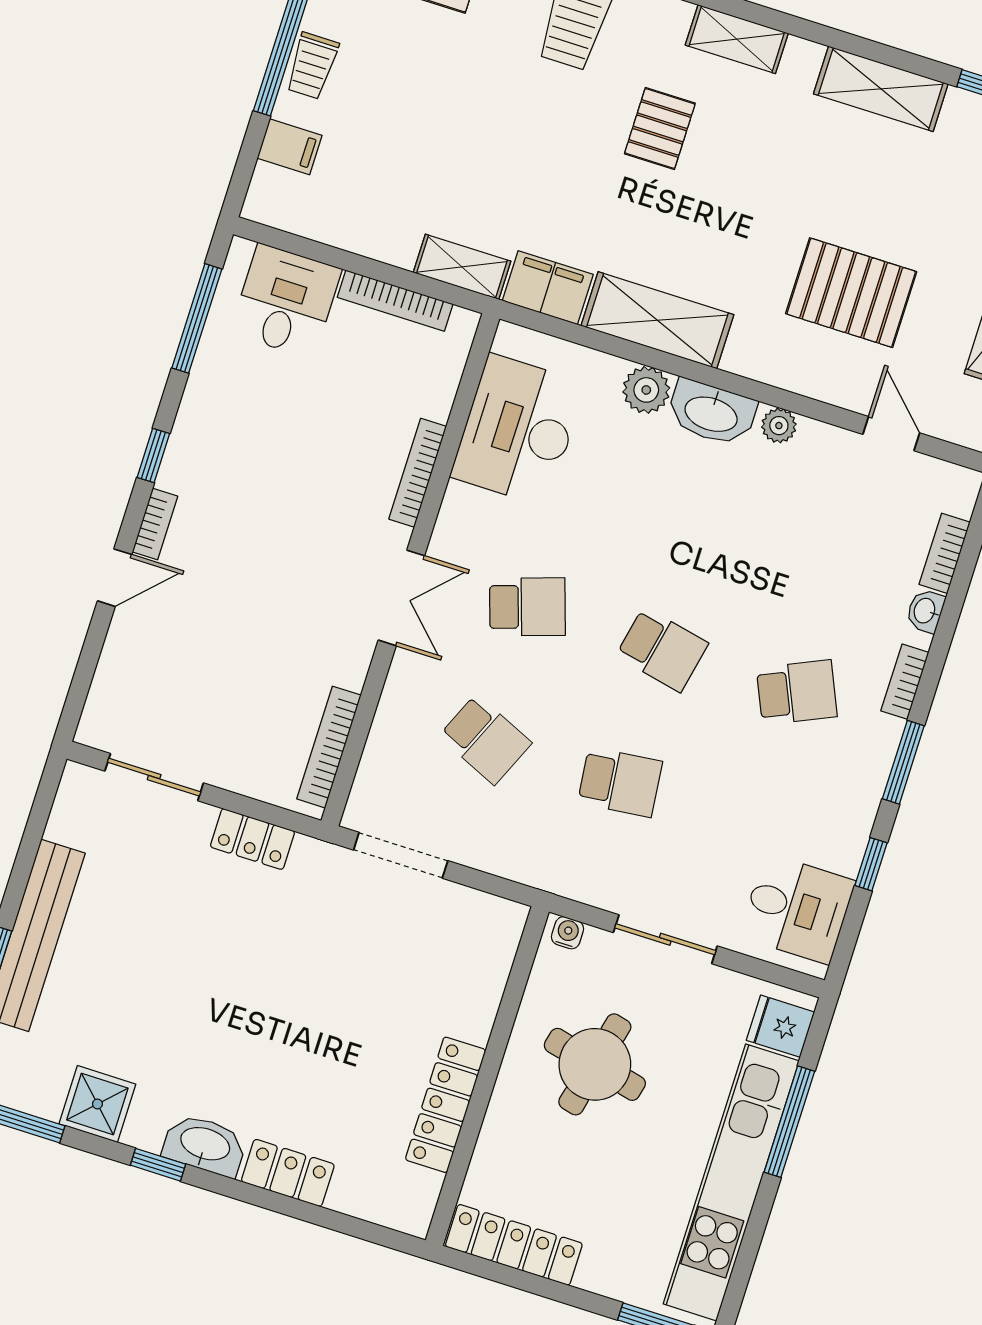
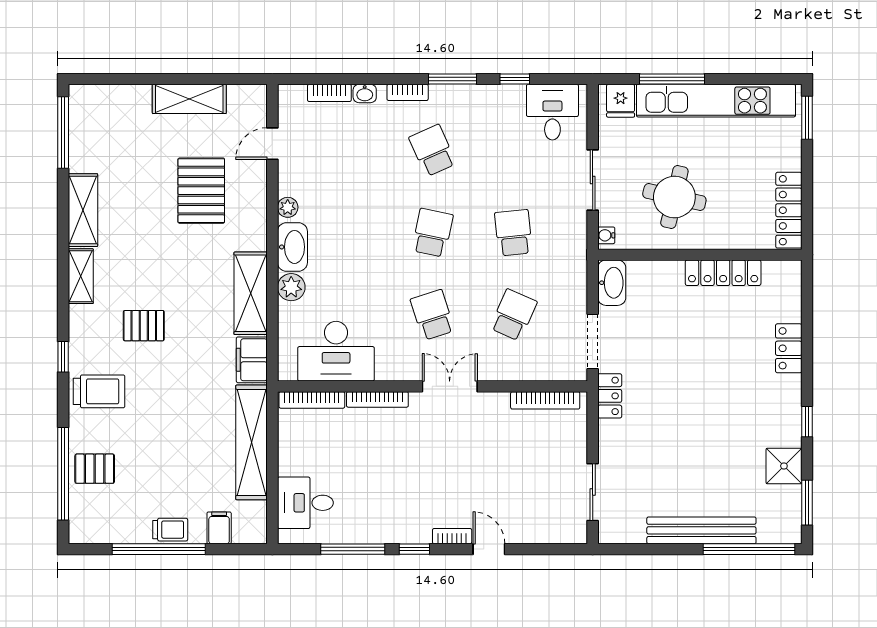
shelving: (737, 39) -> (81, 276), moved
shelving: (462, 267) -> (251, 442), width x2.20, depth x1.33
bookcase: (395, 301) -> (312, 400), moved, turned 90
window: (197, 318) -> (353, 549), moved
locker: (252, 839) -> (610, 396), moved
washbasin: (205, 1145) -> (612, 283), moved, turned 180

